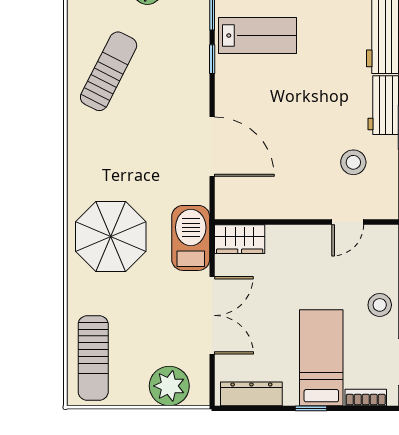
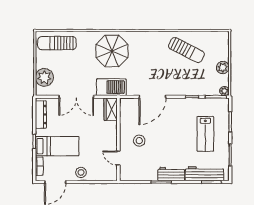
lab bench: (258, 35) -> (205, 134), moved
stool: (353, 162) -> (139, 141), moved

